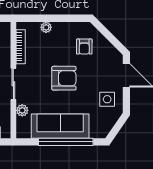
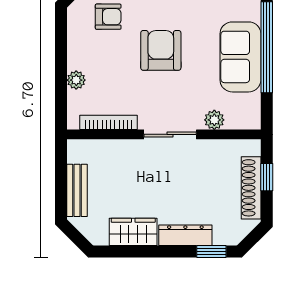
sofa: (60, 126) -> (240, 57), width x0.73

